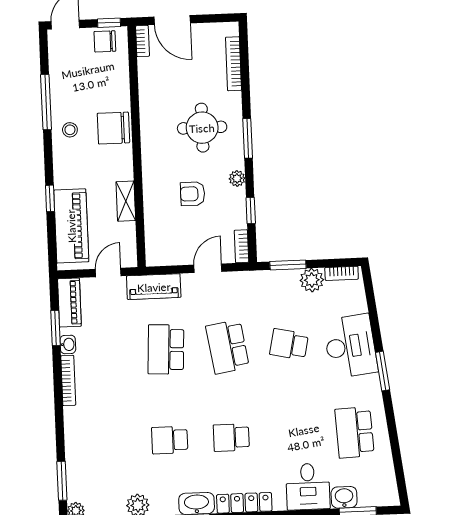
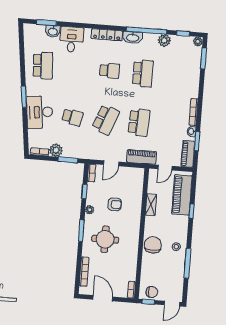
door: (172, 20) -> (103, 298), moved
chair: (113, 128) -> (153, 245), turned -90
school desk: (228, 347) -> (106, 120), turned 30
school desk: (170, 440) -> (143, 73), width x1.85

